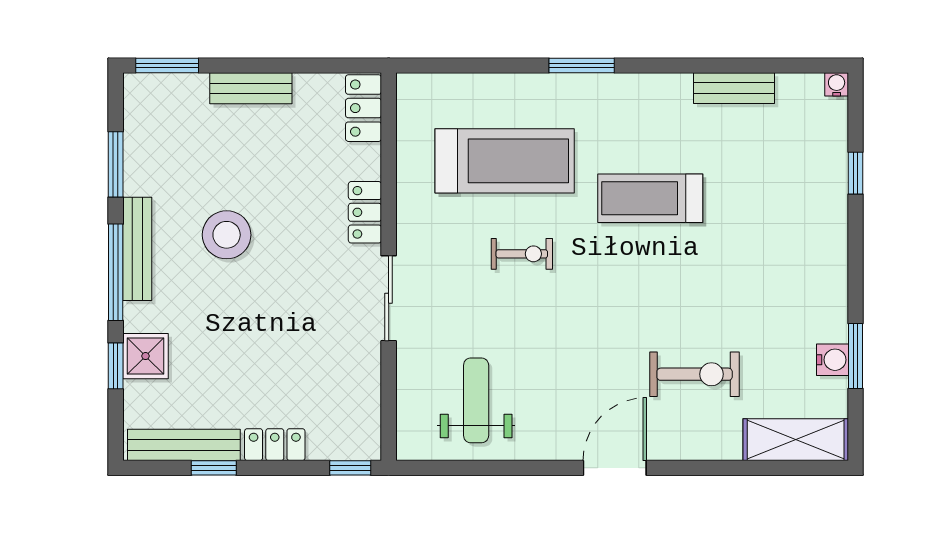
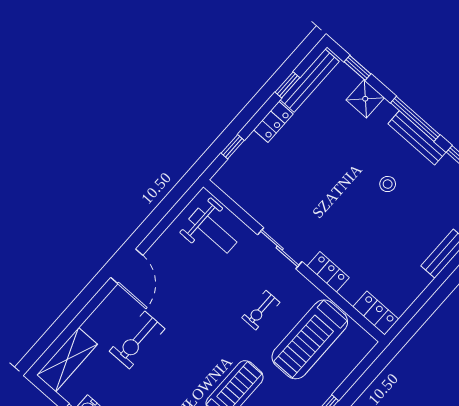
locker: (364, 108) -> (376, 313), moved
locker: (365, 212) -> (328, 272), moved
stool: (227, 235) -> (388, 184), width x0.53, depth x0.53
wall: (389, 267) -> (294, 261), moved
sliding door: (389, 298) -> (280, 248), moved
window: (116, 366) -> (357, 68), moved

